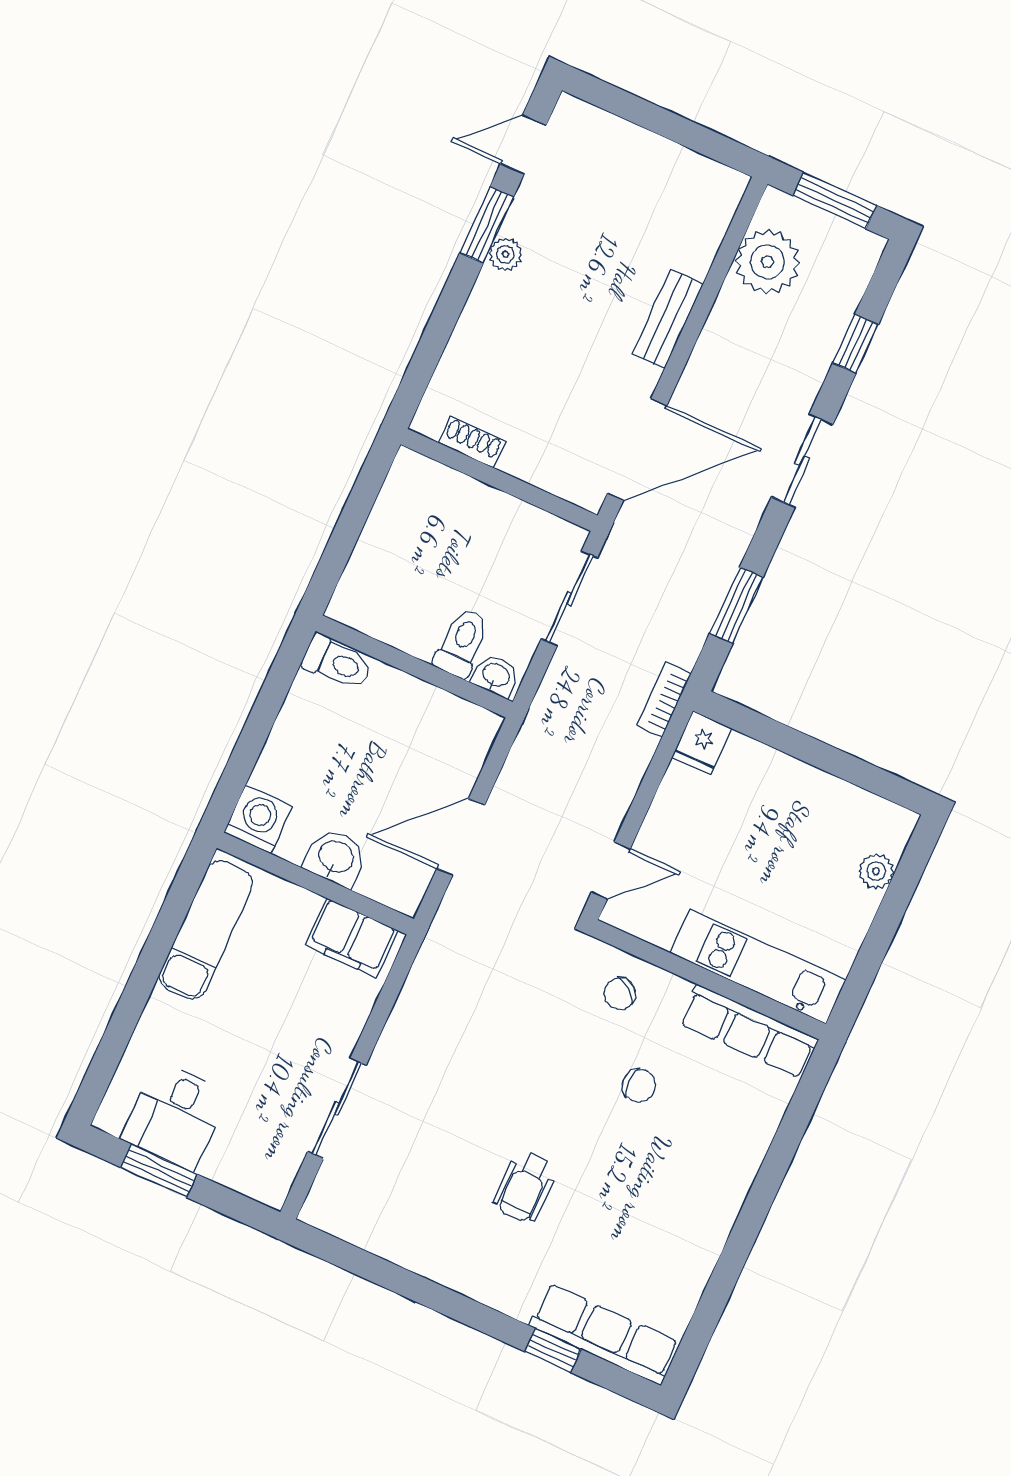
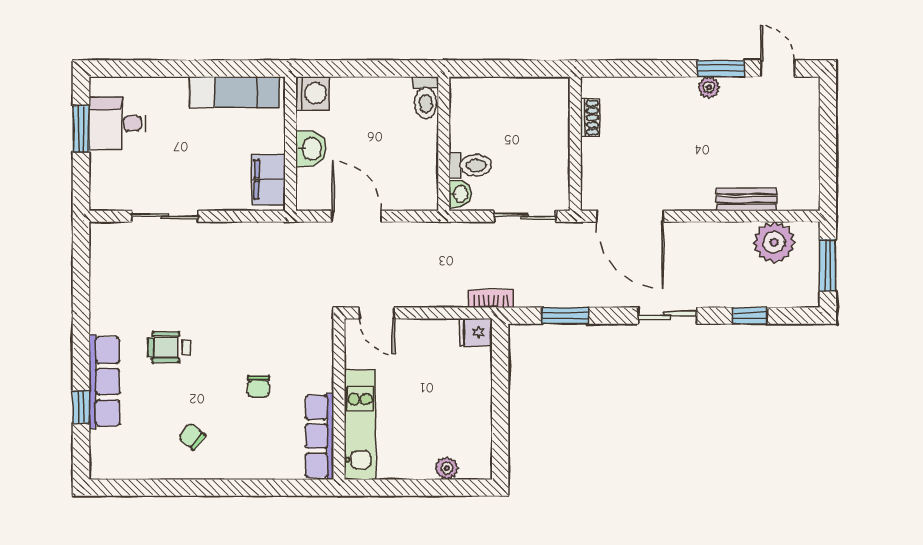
bench: (668, 319) -> (746, 199), moved
chair: (620, 994) -> (192, 437), moved
row of seats: (604, 1334) -> (104, 382), moved

